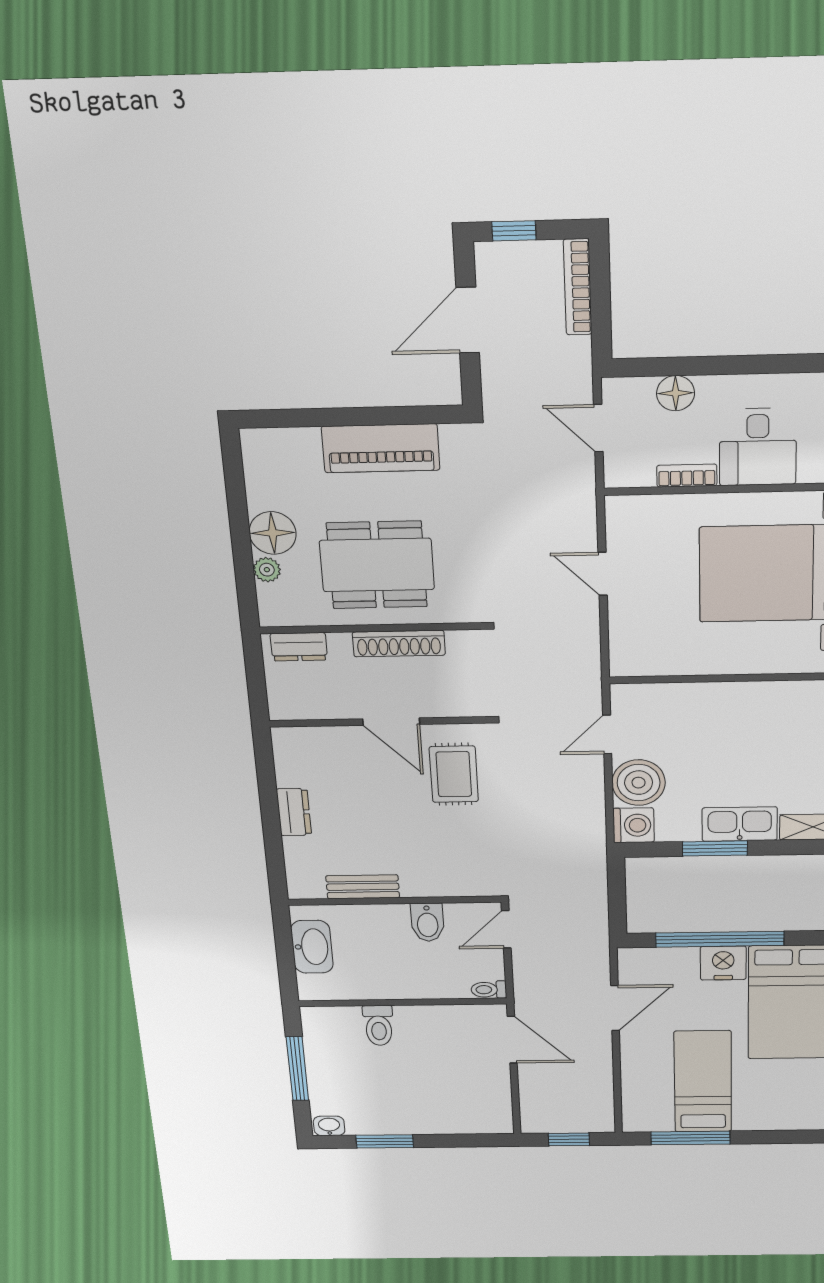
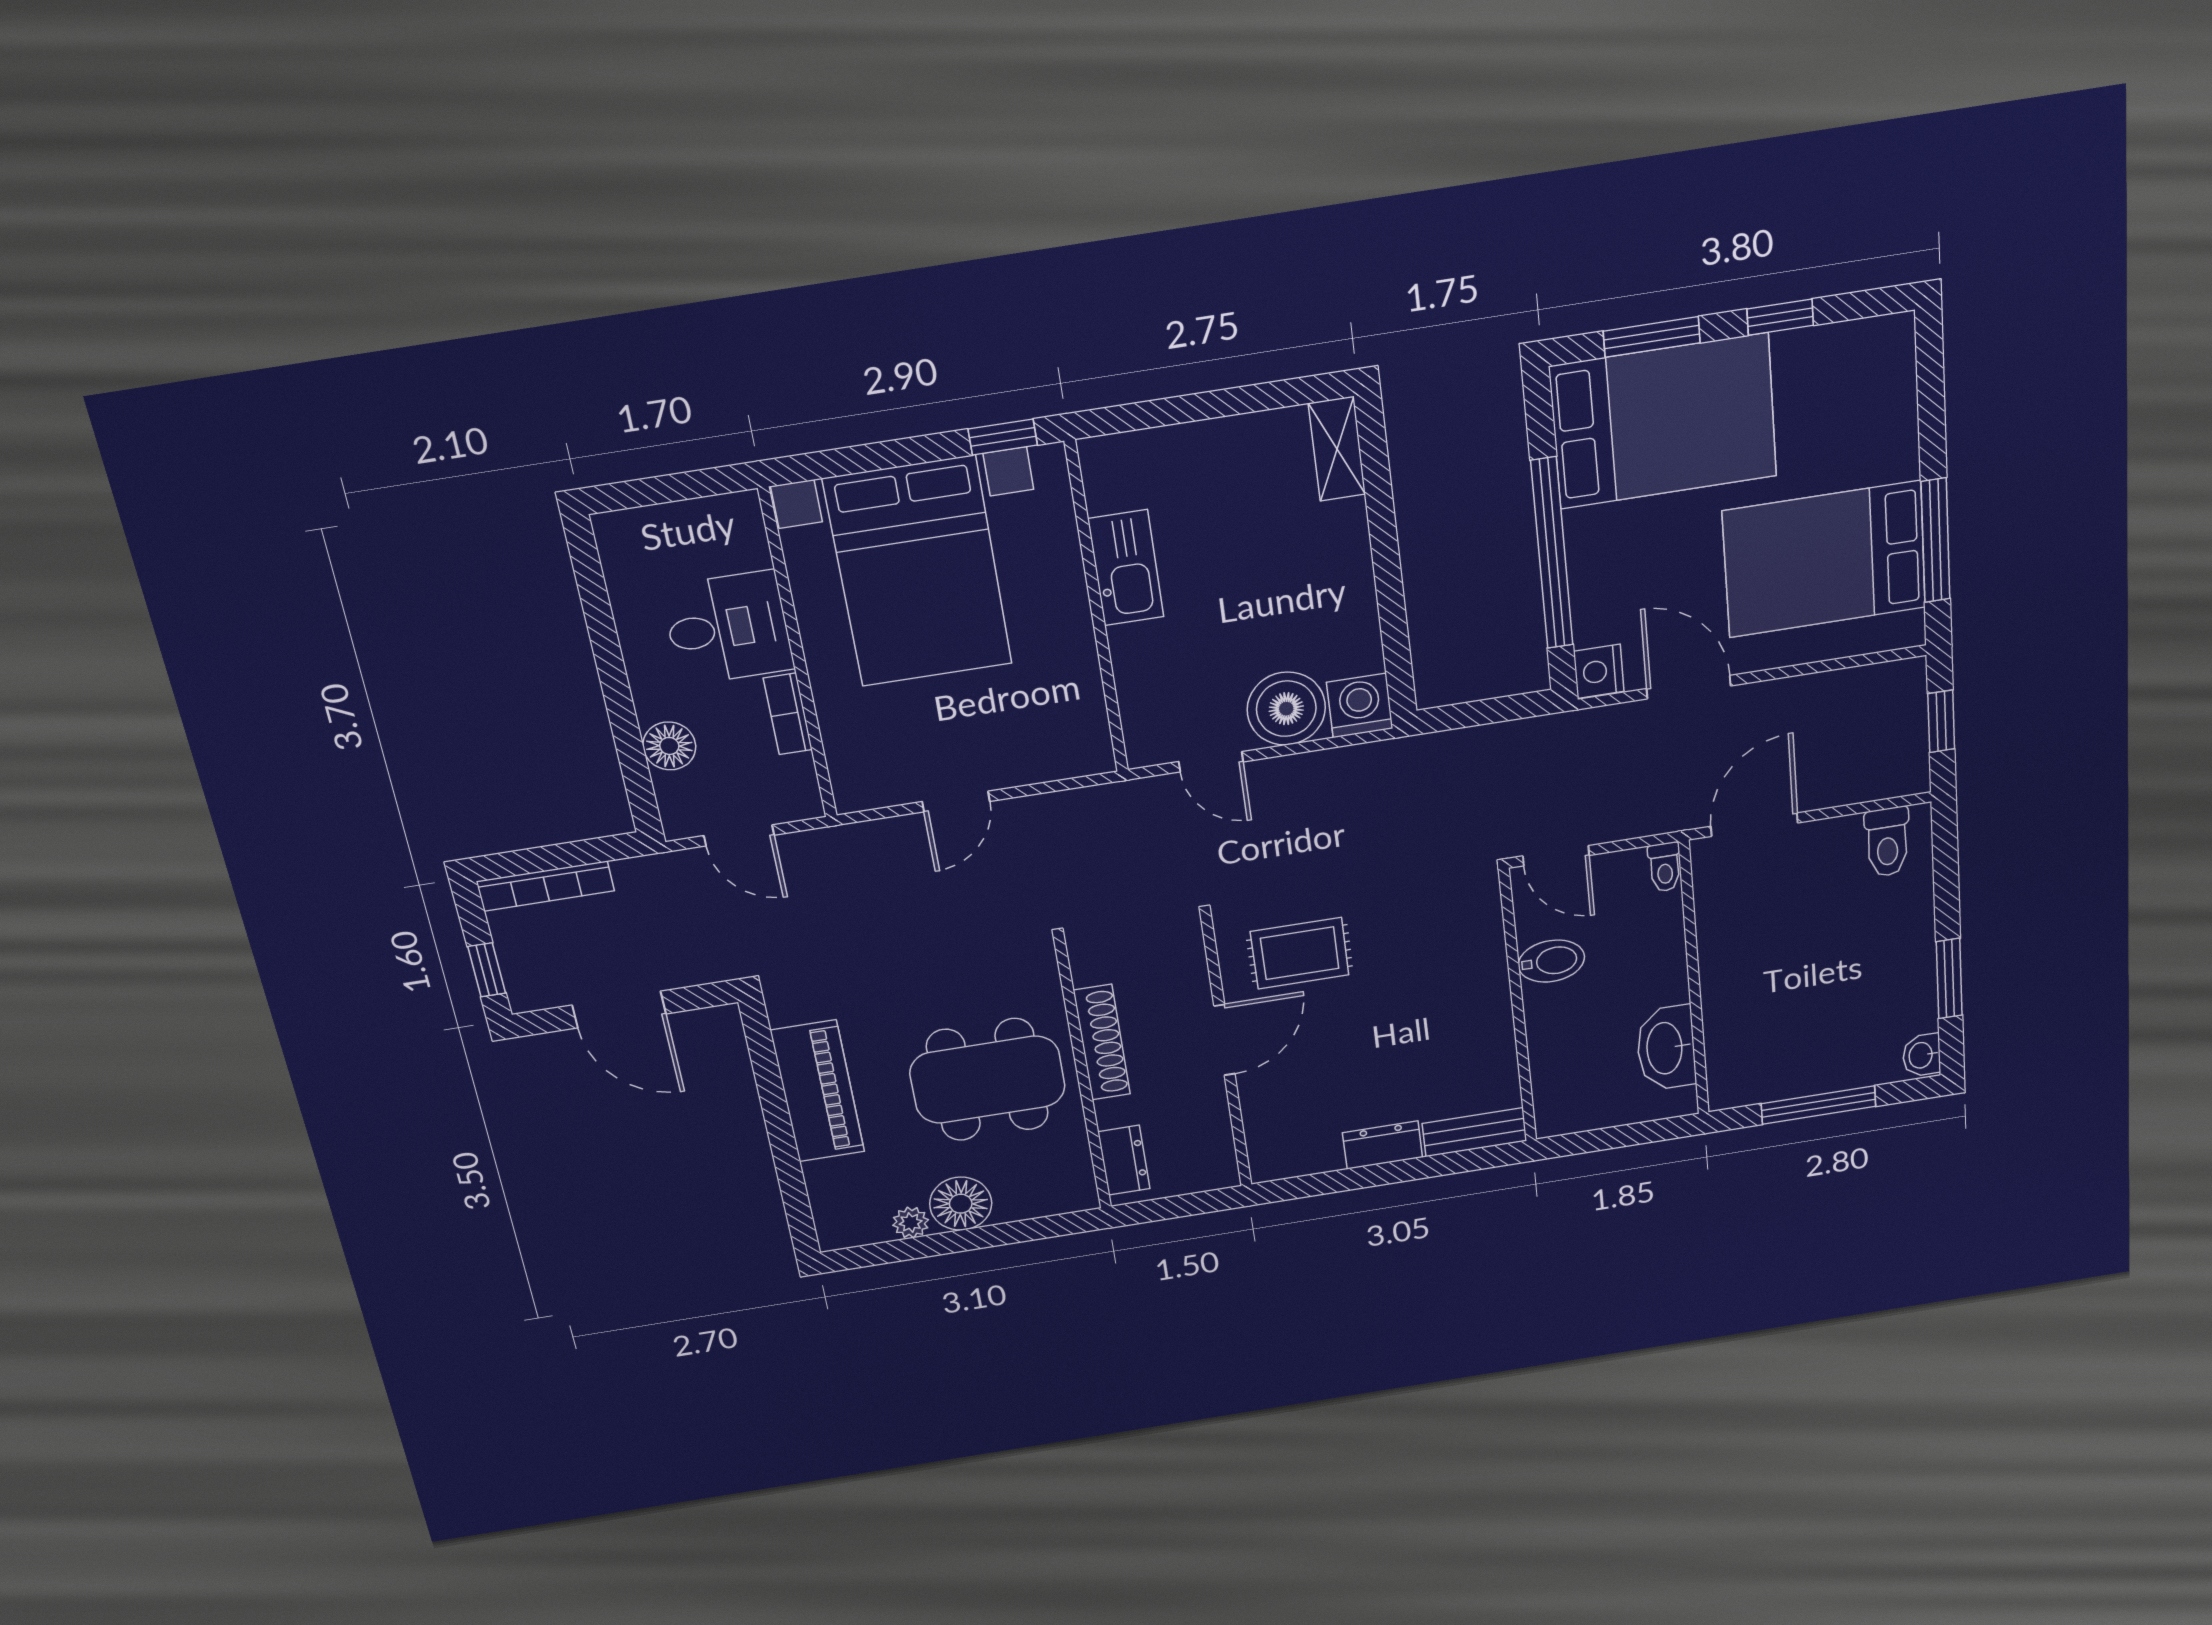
door: (598, 428) -> (739, 835), hinge flipped
dining table: (377, 565) -> (987, 1080), turned 90
plant: (267, 570) -> (911, 1223), moved
kitchen sink: (740, 824) -> (1126, 568), moved, turned 180
window: (715, 848) -> (1389, 585), removed
bench: (363, 887) -> (1474, 1132), moved, turned 90
washbasin: (312, 947) -> (1666, 1048), moved, turned -90
nightstand: (723, 963) -> (1599, 671), moved, width x0.74, depth x0.75
toilet: (379, 1025) -> (1887, 842), moved, turned 90
bed: (703, 1082) -> (1824, 559), width x1.50

